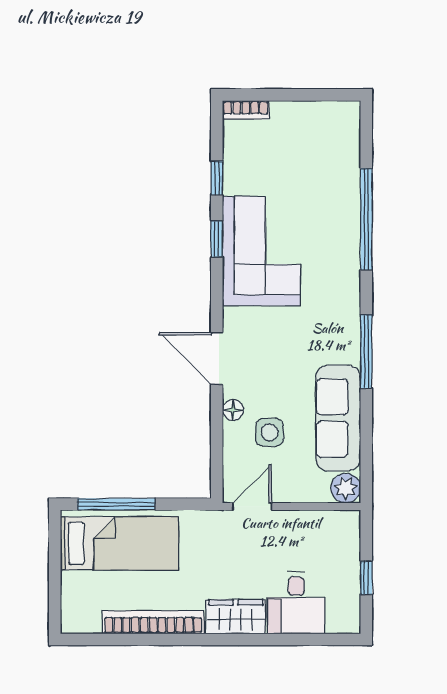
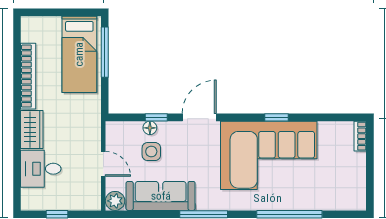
window: (217, 178) -> (156, 117), moved
corner sofa: (261, 251) -> (269, 155), width x1.36, depth x1.36
floor lamp: (233, 410) -> (150, 128), moved
door: (252, 506) -> (103, 164), moved

